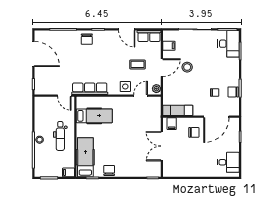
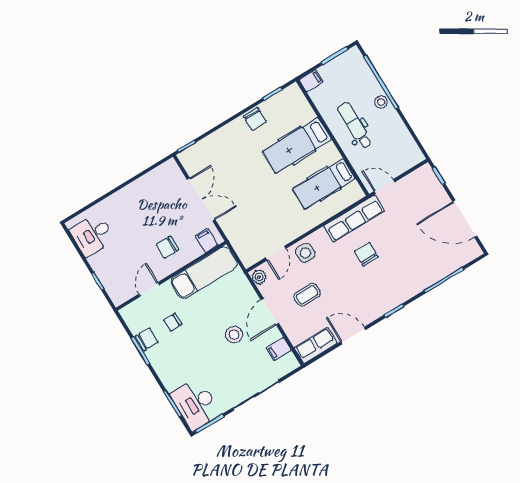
chair: (87, 39) -> (366, 254), moved
exam couch: (178, 110) -> (204, 273), width x1.36, depth x1.45
door: (216, 117) -> (149, 289), width x0.53
hospital bed: (85, 157) -> (297, 145), moved, turned 90

